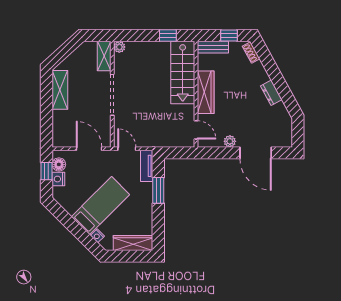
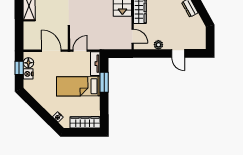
door: (127, 149) -> (80, 51), hinge flipped
door: (256, 153) -> (178, 53), width x0.53
bed: (100, 206) -> (78, 86), moved, turned -135

